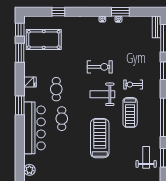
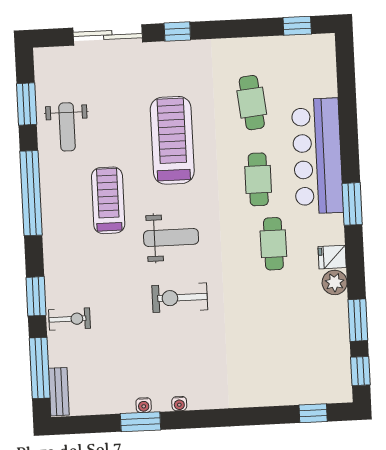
window: (58, 12) -> (313, 413), moved
pool table: (44, 39) -> (307, 352), removed
exercise bike: (133, 85) -> (70, 319), moved
treadmill: (100, 138) -> (172, 140), turned 180
cafe table: (63, 153) -> (252, 103), added
weight bench: (146, 157) -> (67, 127), moved
plant: (29, 170) -> (335, 282), moved

